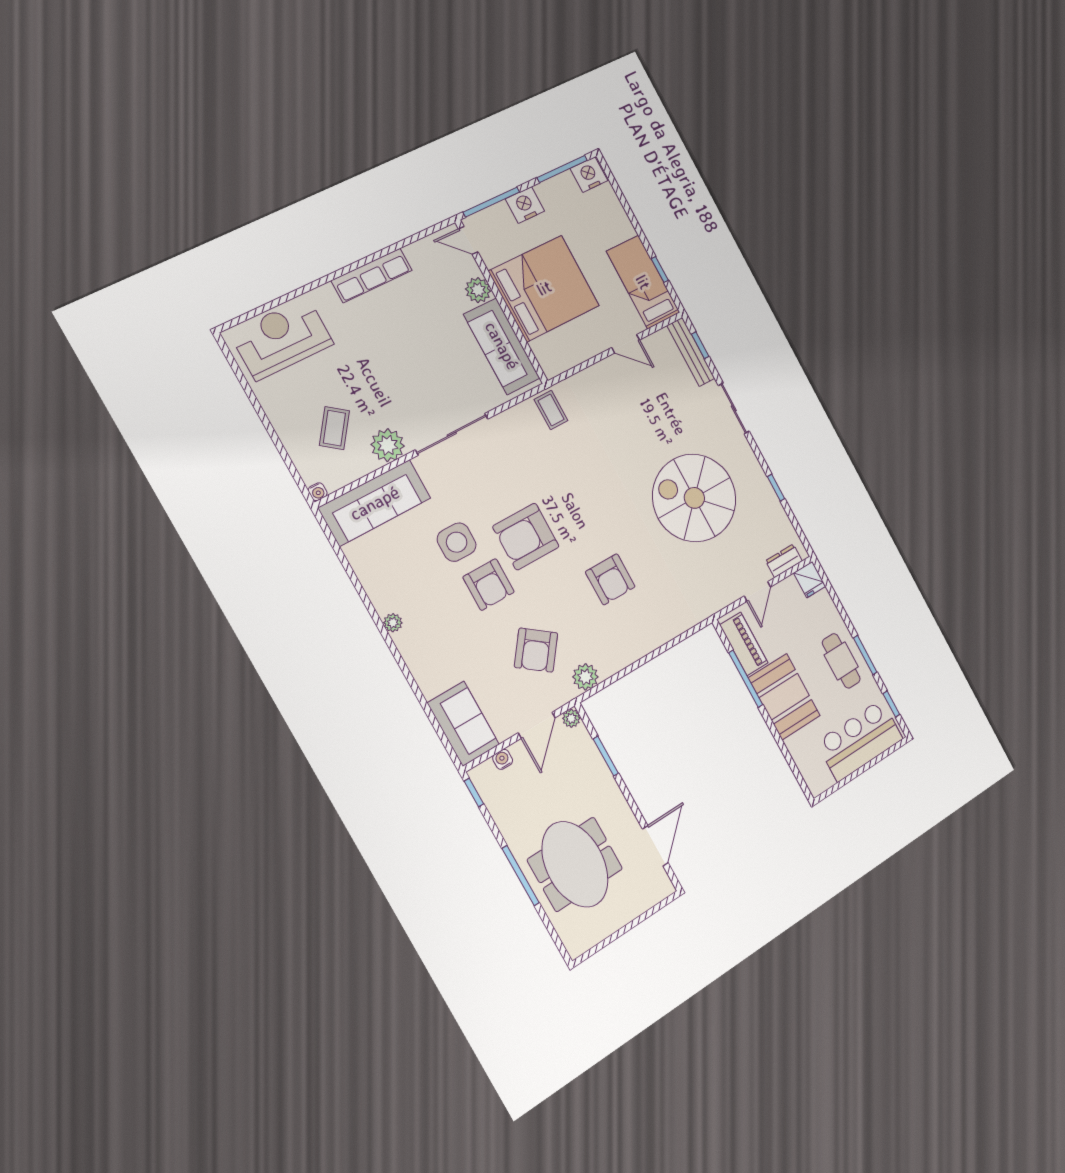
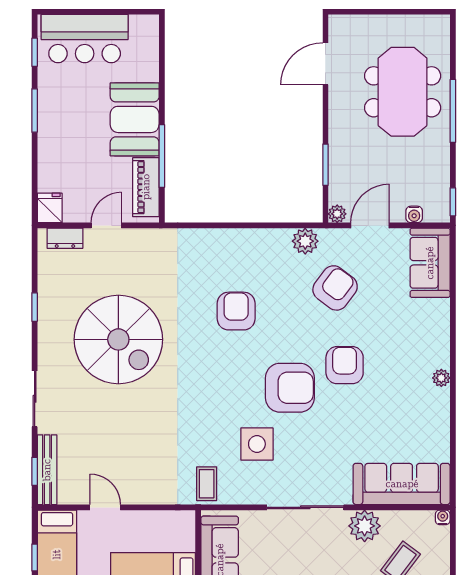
side table: (457, 542) -> (257, 444), moved
cafe table: (841, 661) -> (61, 119), removed

